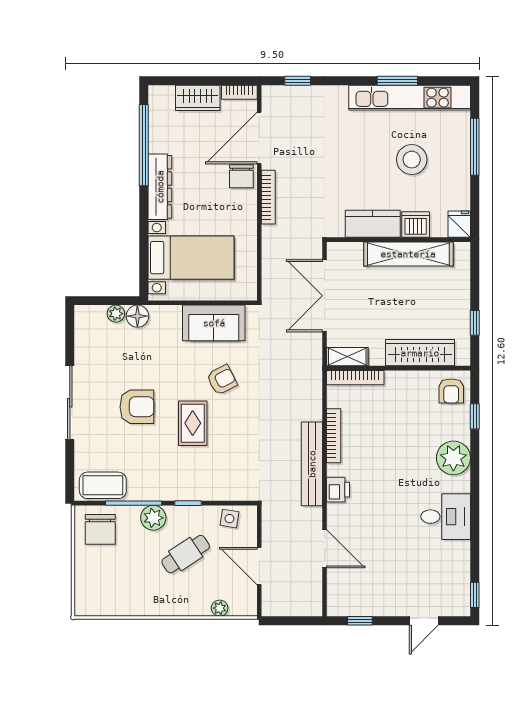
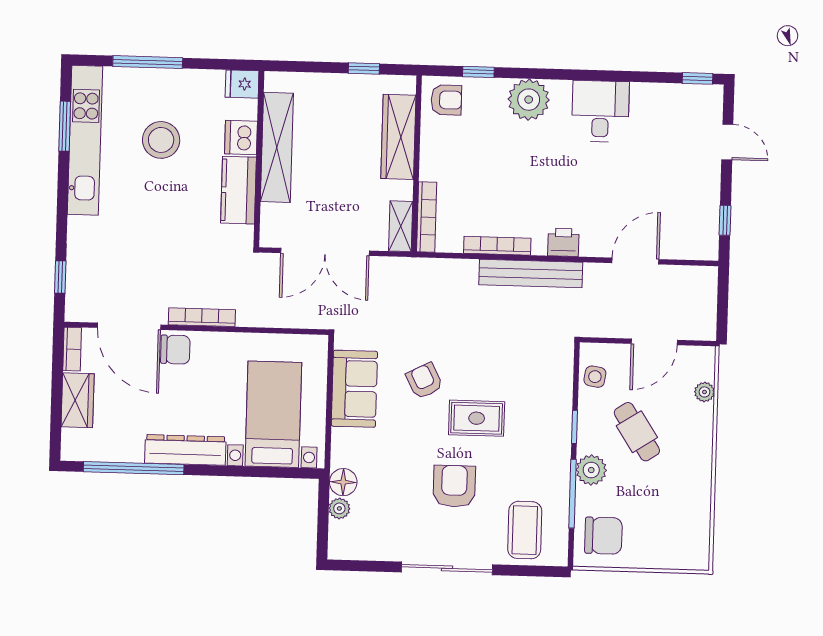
window: (397, 81) -> (65, 126), moved
coffee table: (103, 485) -> (525, 530), moved

